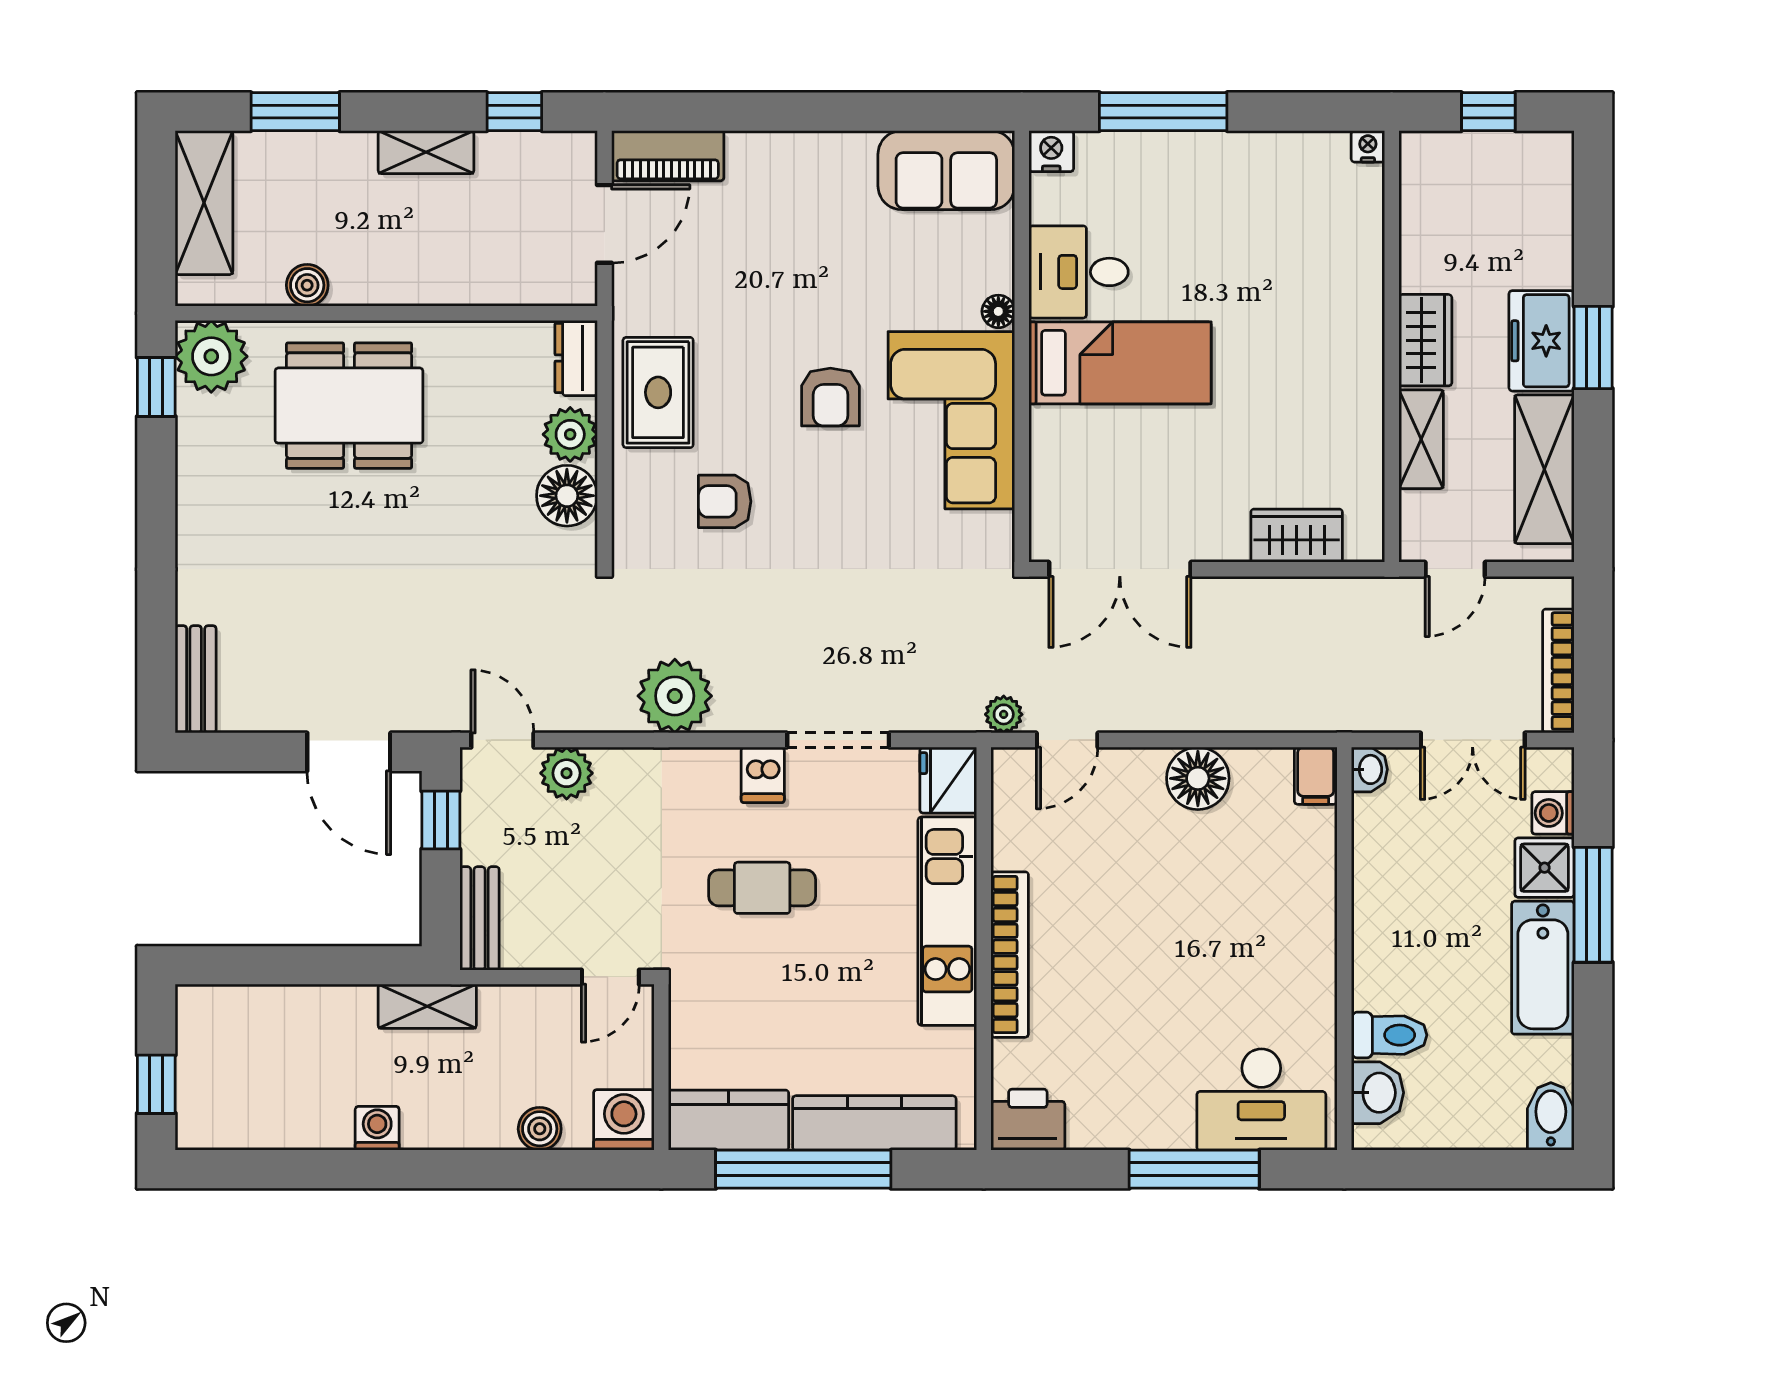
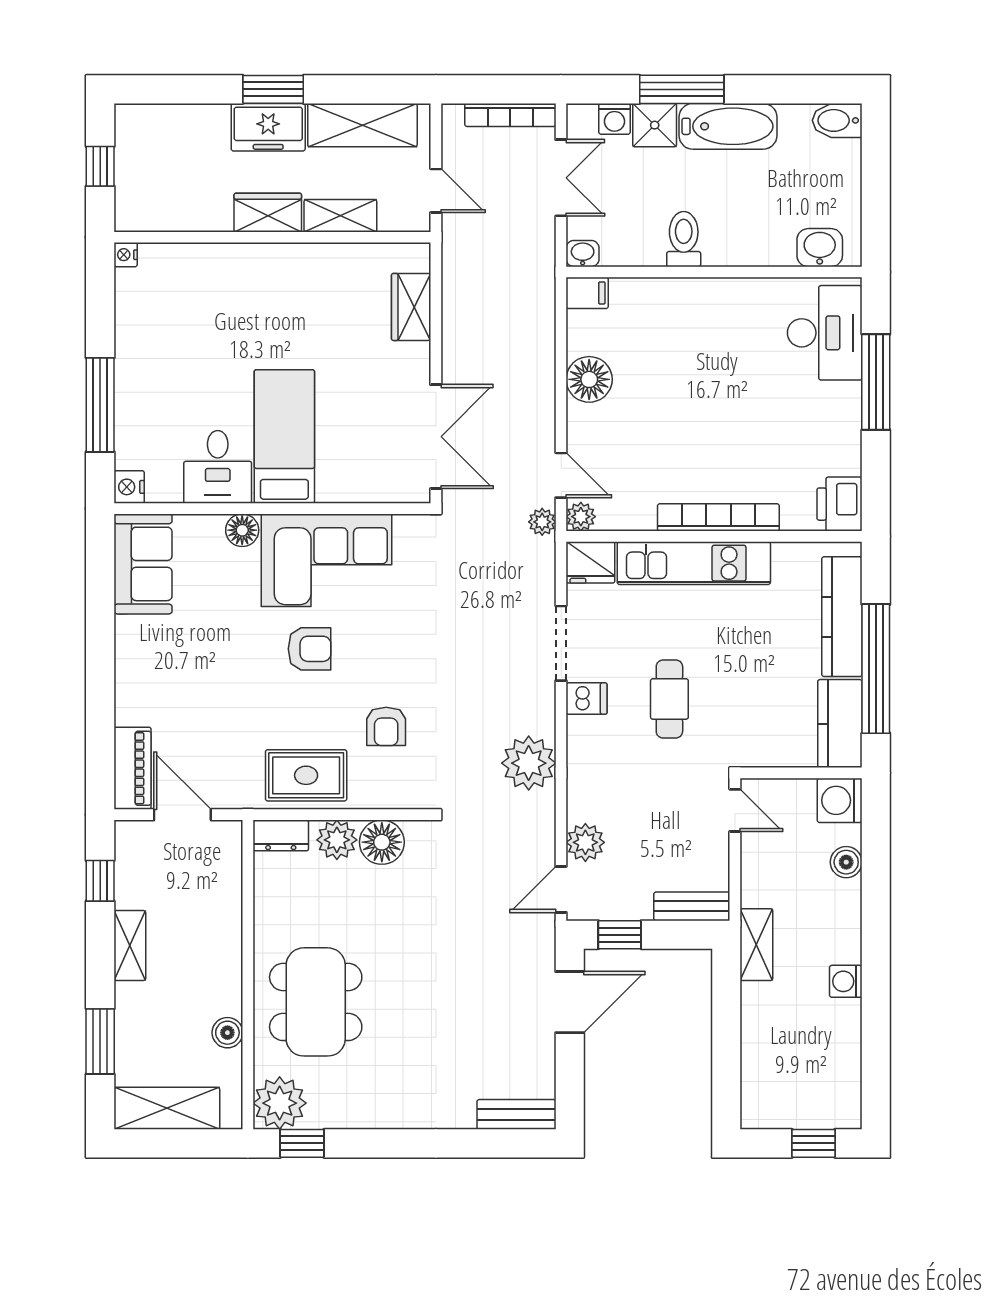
floor lamp: (998, 311) -> (242, 530), width x1.37, depth x1.37
plant: (1011, 767) -> (581, 517), added
toilet: (1389, 1035) -> (684, 239), moved

